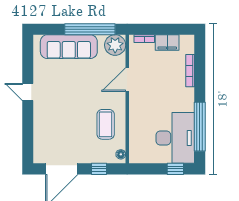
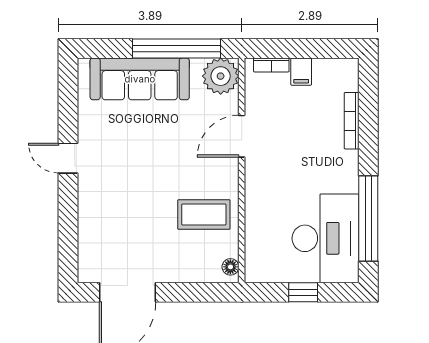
filing cabinet: (167, 42) -> (301, 72), width x0.50
coffee table: (106, 124) -> (204, 215), turned 90
window: (99, 169) -> (192, 292), removed
window: (175, 169) -> (303, 292), moved

